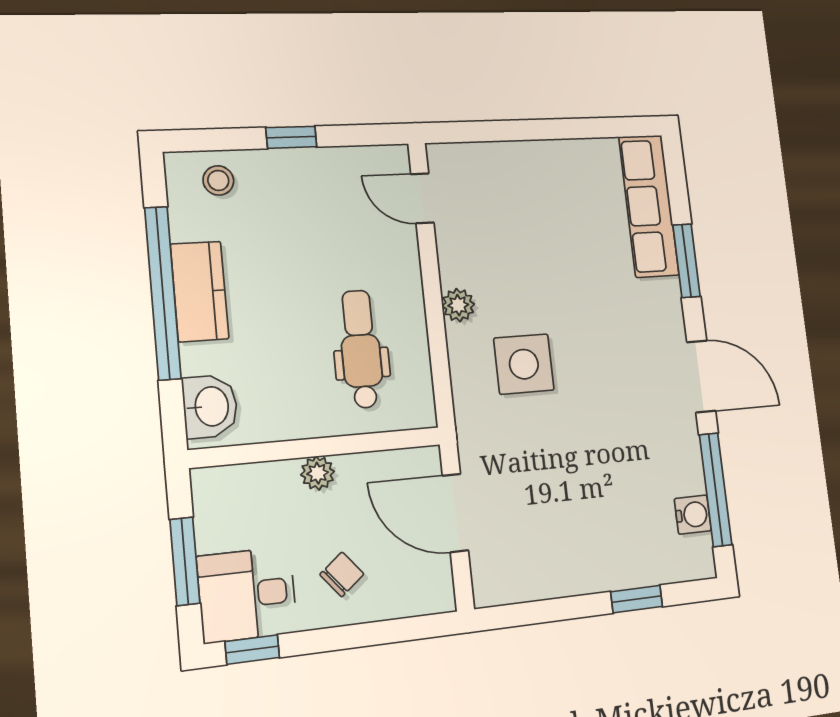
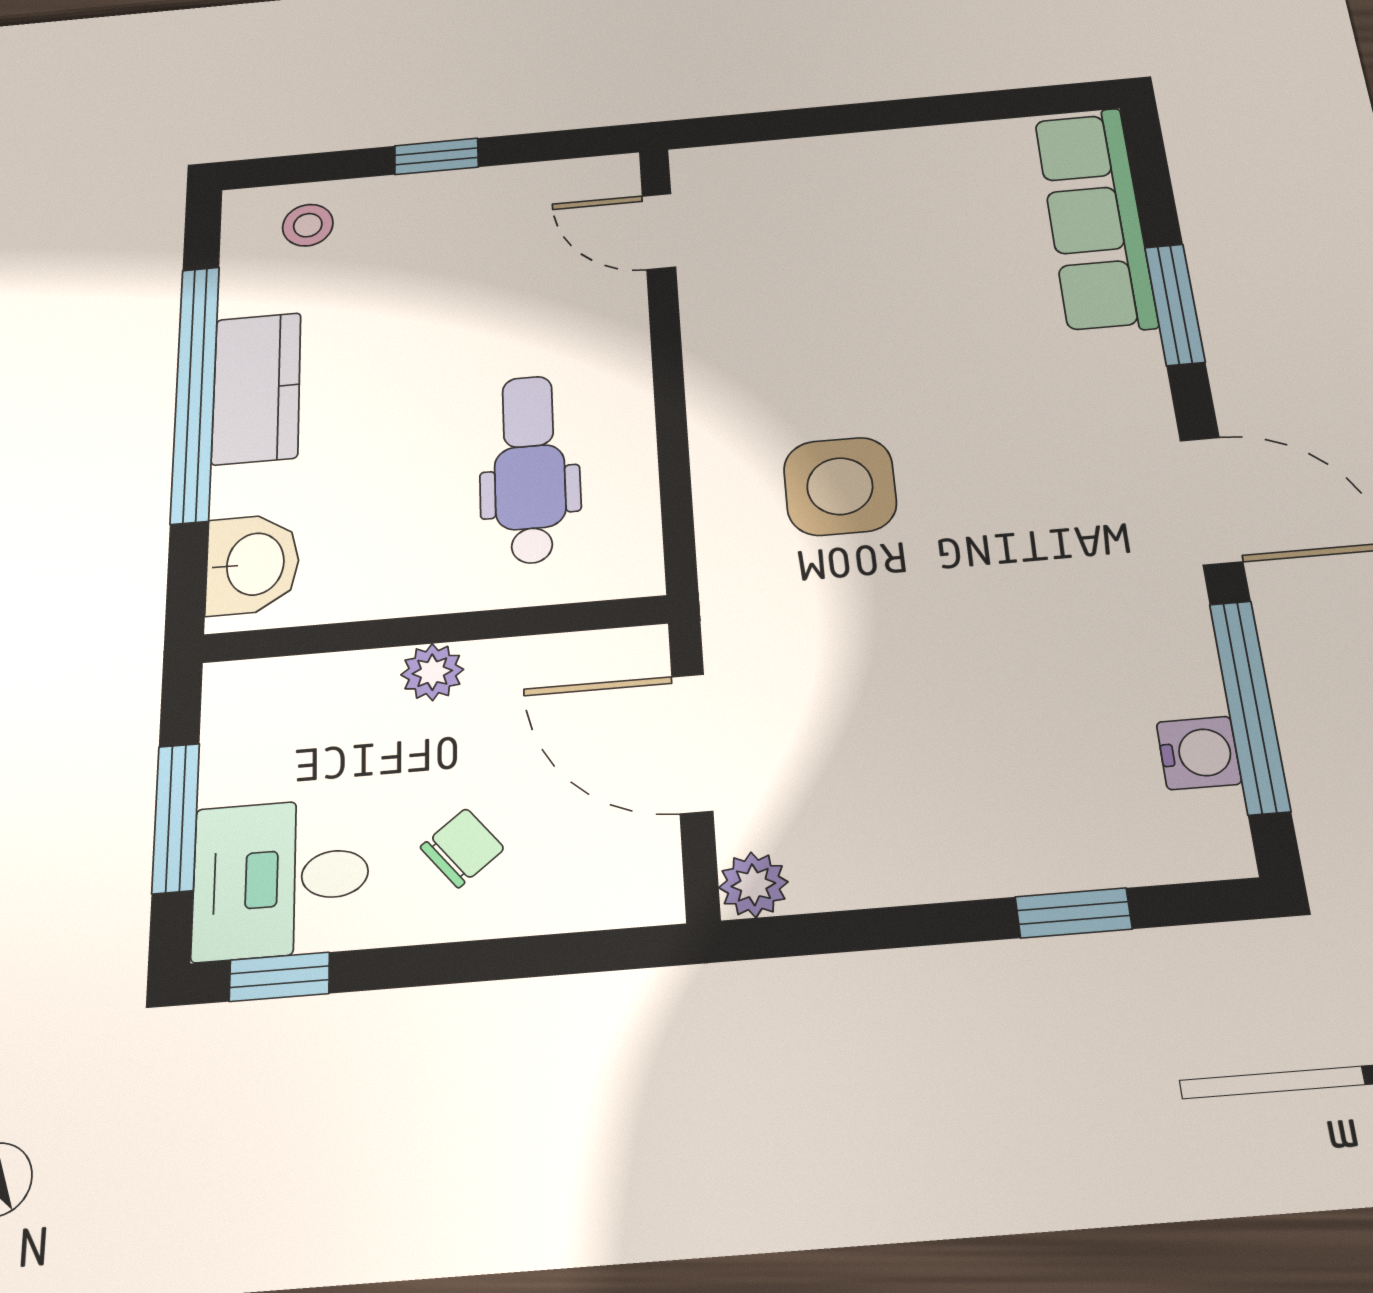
plant: (458, 305) -> (753, 885), moved

